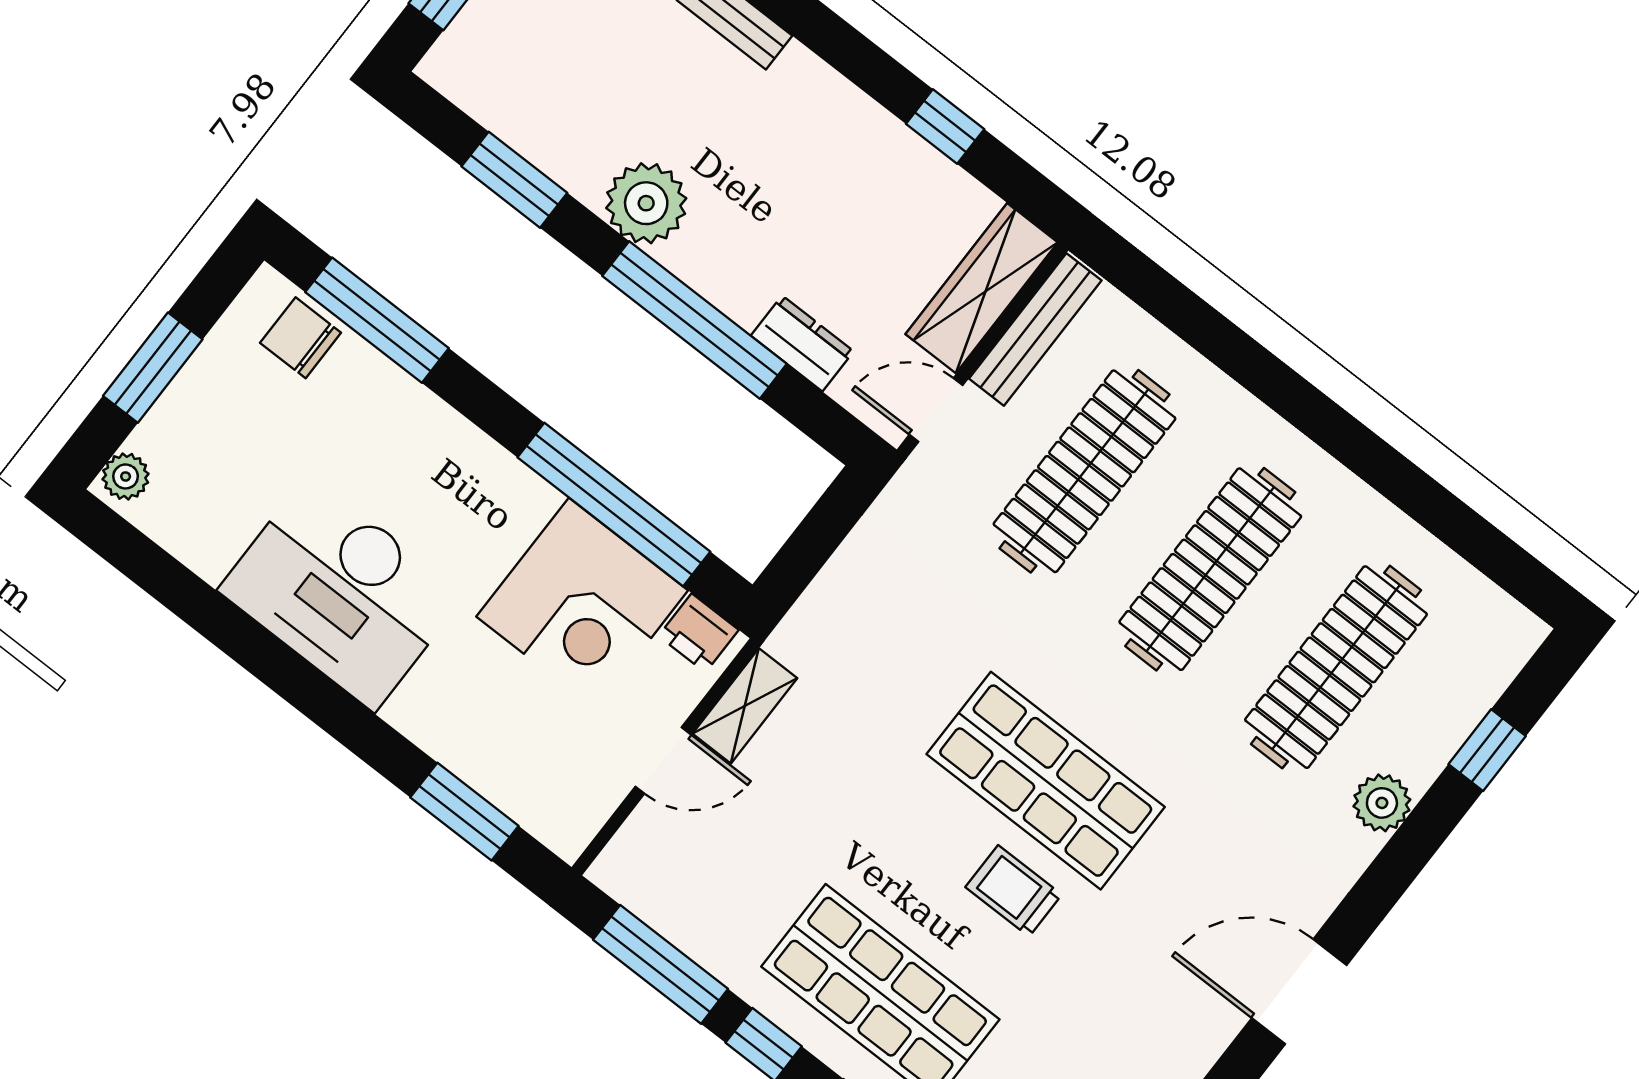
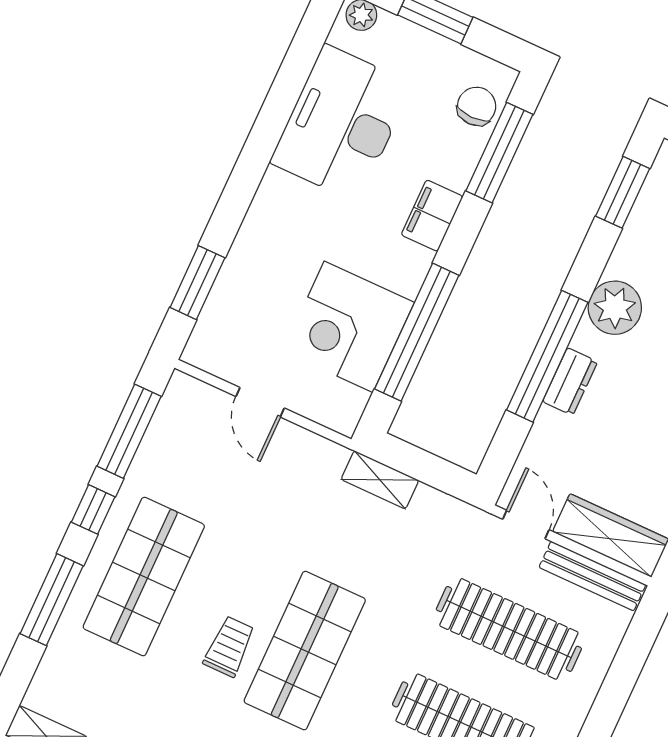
window: (514, 180) -> (623, 192), moved
dresser: (802, 343) -> (570, 382), moved
filing cabinet: (447, 442) -> (432, 216), added
desk: (342, 593) -> (341, 123), moved
printer: (699, 633) -> (347, 406), removed
shelving: (745, 706) -> (380, 480), moved

